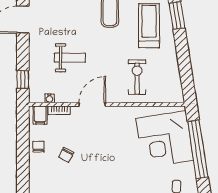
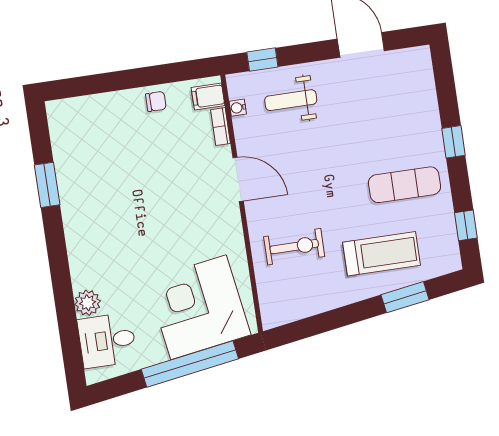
weight bench: (70, 58) -> (291, 100), moved, turned 90
chair: (66, 155) -> (149, 149), removed

